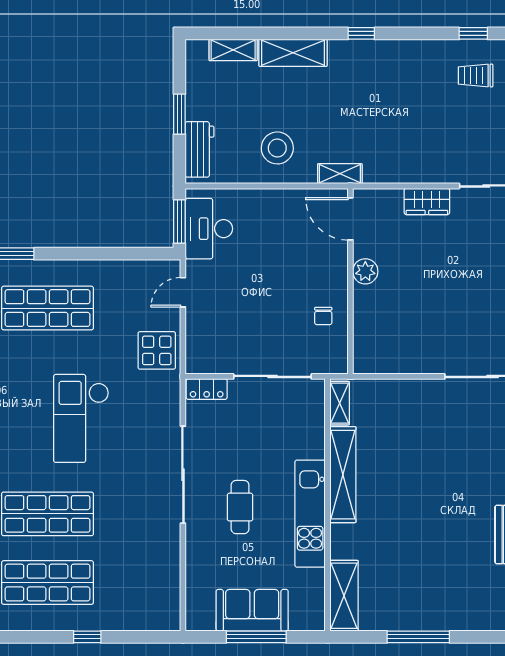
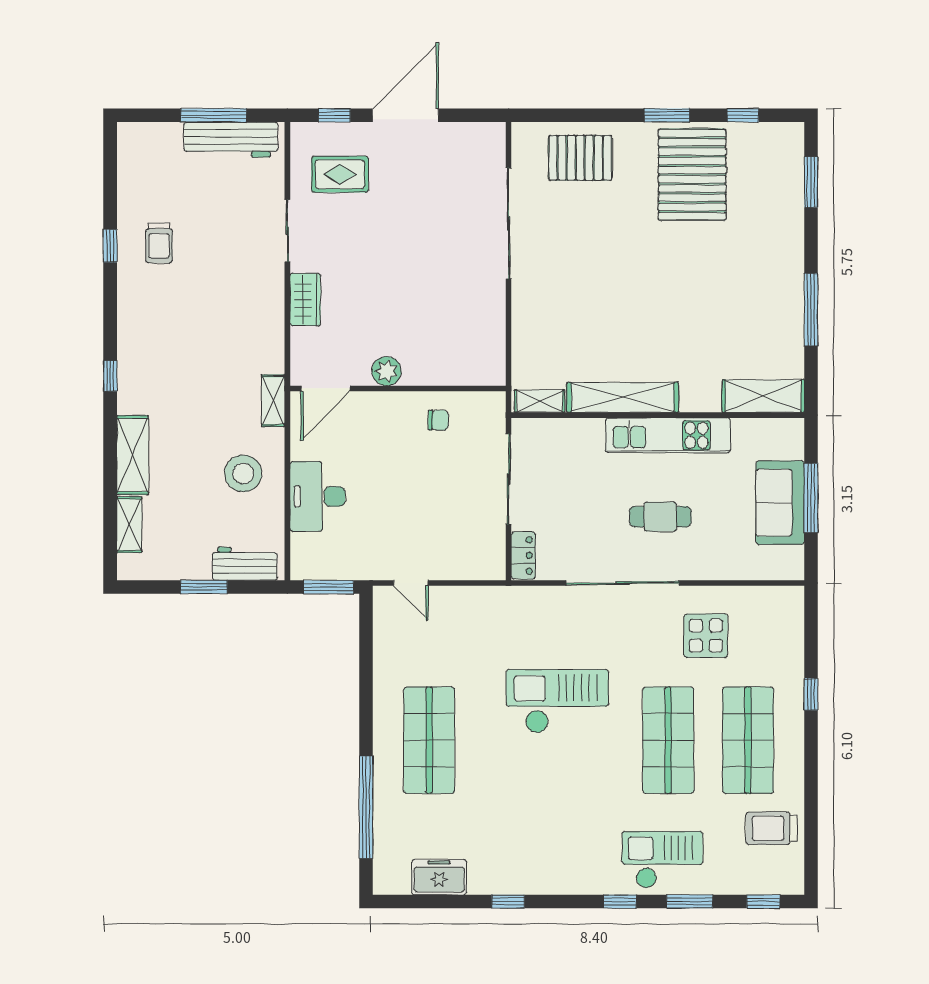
desk: (209, 229) -> (318, 496), moved, turned 90
display table: (157, 350) -> (706, 636), moved
checkout: (81, 418) -> (557, 701), turned 180

